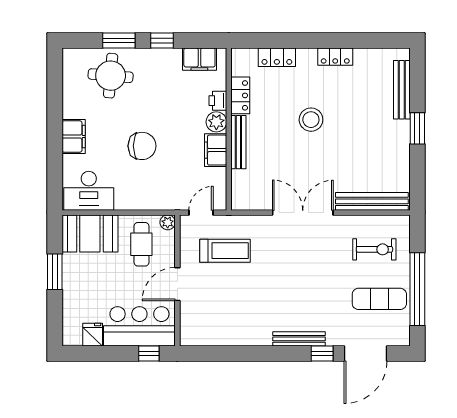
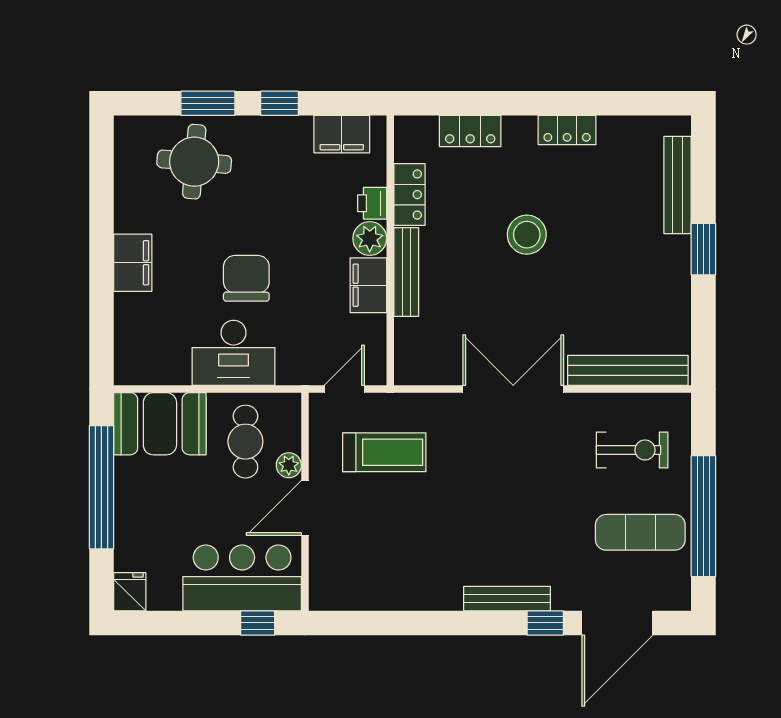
chair: (142, 146) -> (246, 278), turned -90
desk: (89, 191) -> (234, 353), moved
plant: (168, 222) -> (289, 465), moved
window: (55, 272) -> (101, 487), width x2.11
fridge: (93, 335) -> (130, 592), moved

